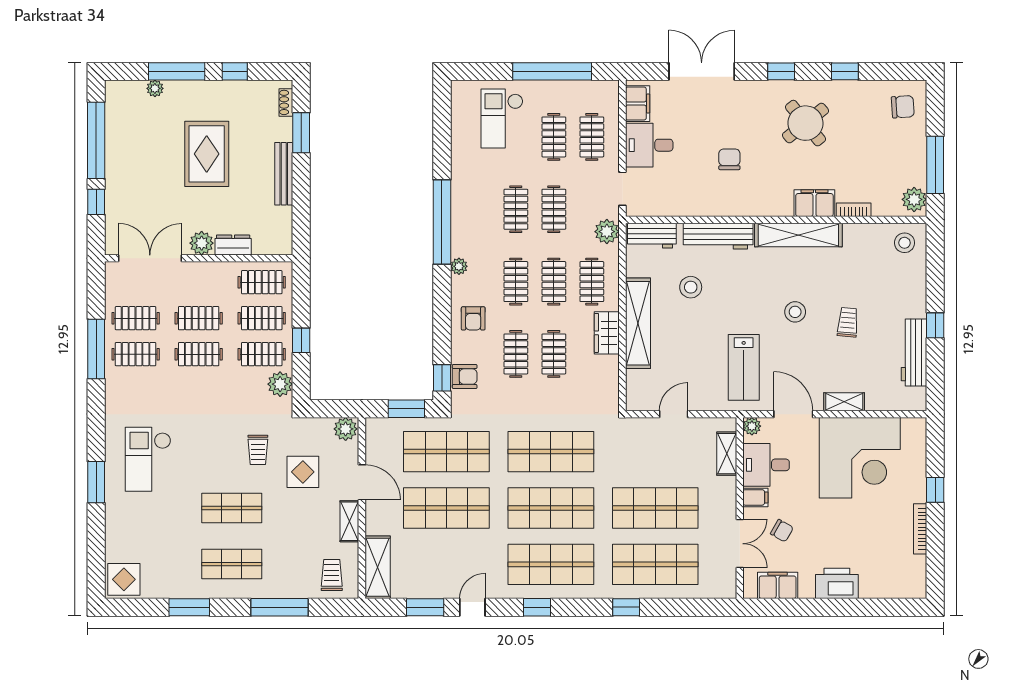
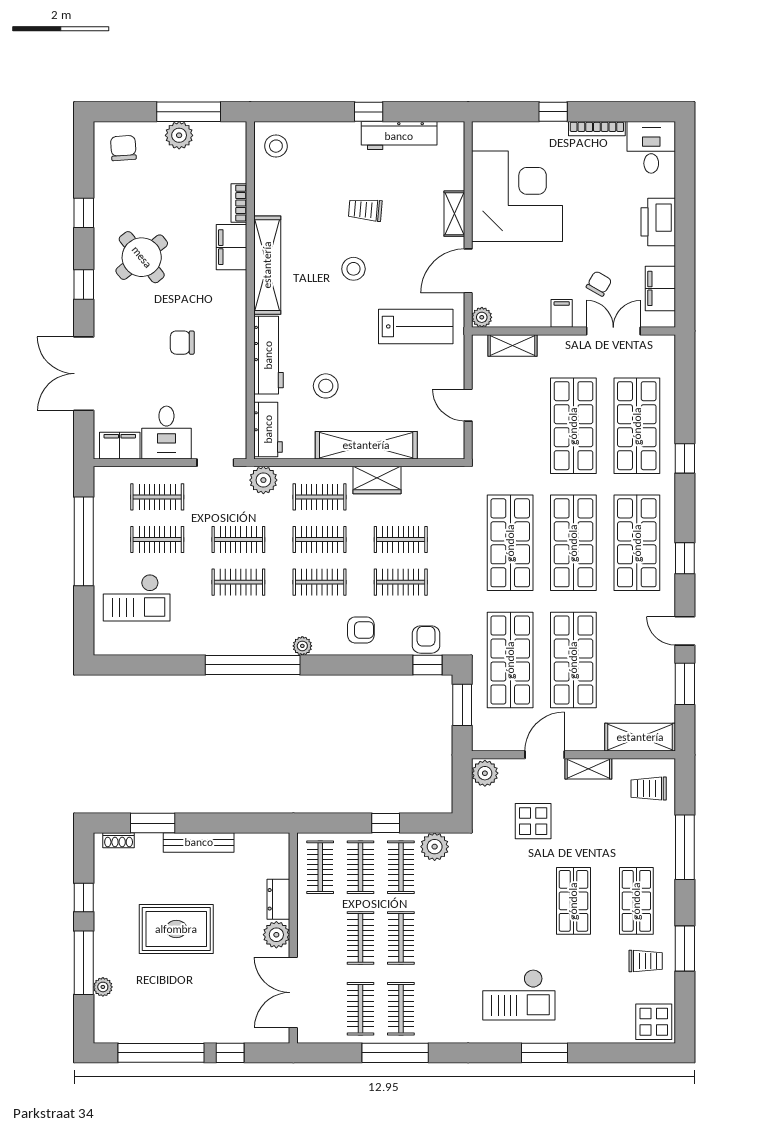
plant: (914, 199) -> (179, 135), moved
trolley: (258, 450) -> (646, 961), moved
desk: (766, 465) -> (651, 147), moved, turned 180

